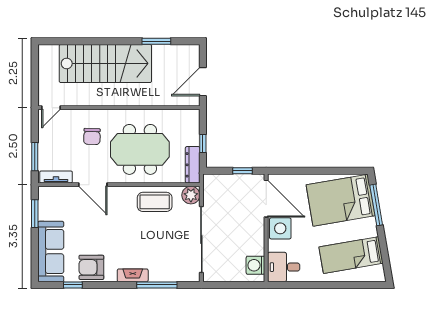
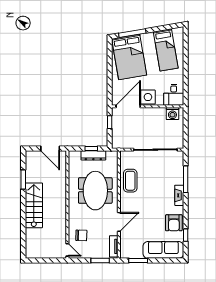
stairs: (105, 63) -> (34, 205), width x0.73, depth x0.66
chair: (92, 136) -> (81, 235), moved
dresser: (193, 165) -> (93, 155), moved
plant: (191, 195) -> (126, 157), removed

